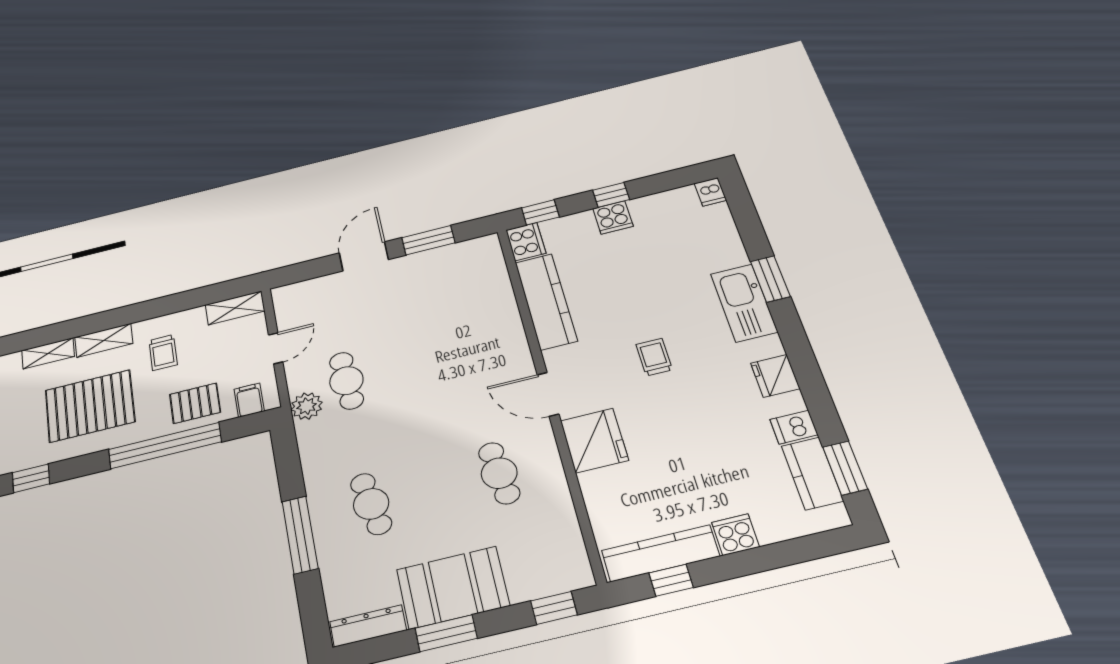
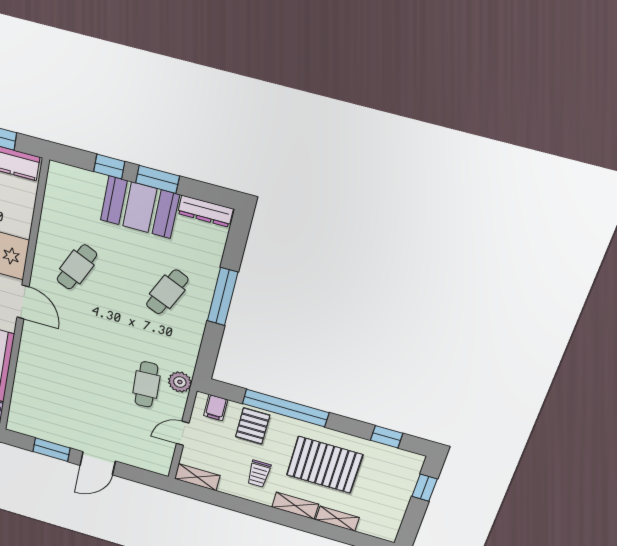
trolley: (163, 353) -> (259, 474), turned 180
pallet: (195, 403) -> (253, 426), turned 90
cafe table: (499, 473) -> (77, 267), turned 30
cafe table: (371, 504) -> (167, 292), turned 33
window: (554, 608) -> (109, 166), moved

